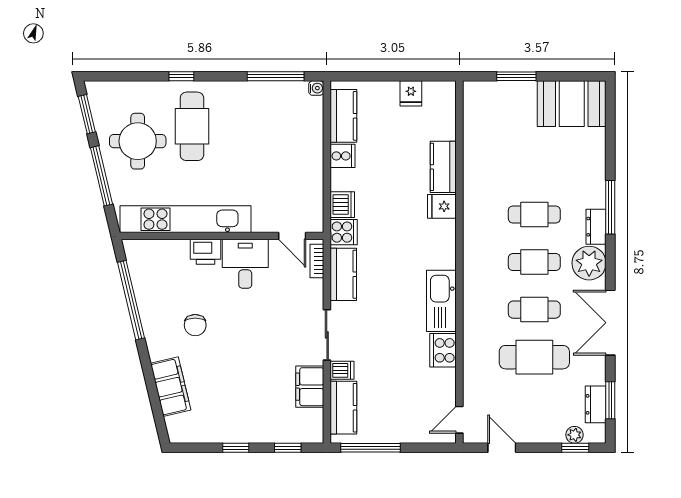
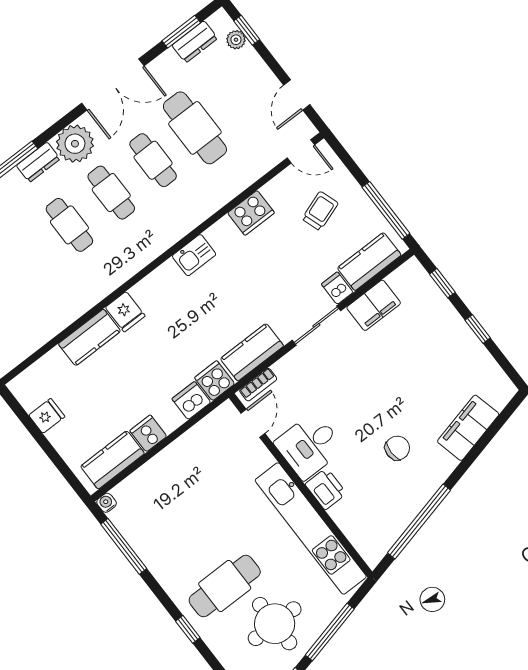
kitchen sink: (441, 301) -> (194, 255), width x0.53, depth x0.81
trolley: (406, 400) -> (320, 211), added

